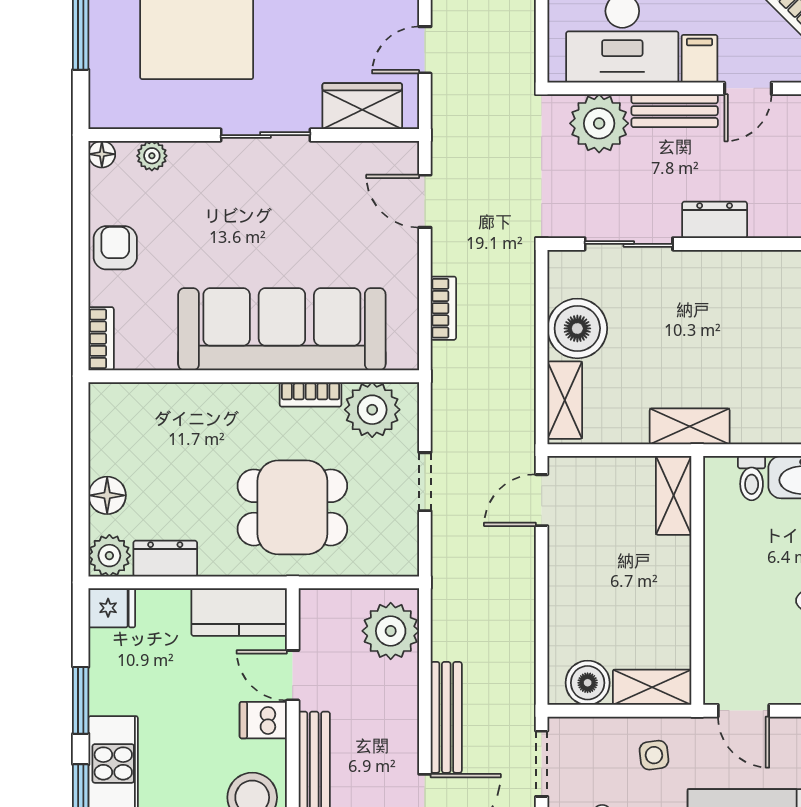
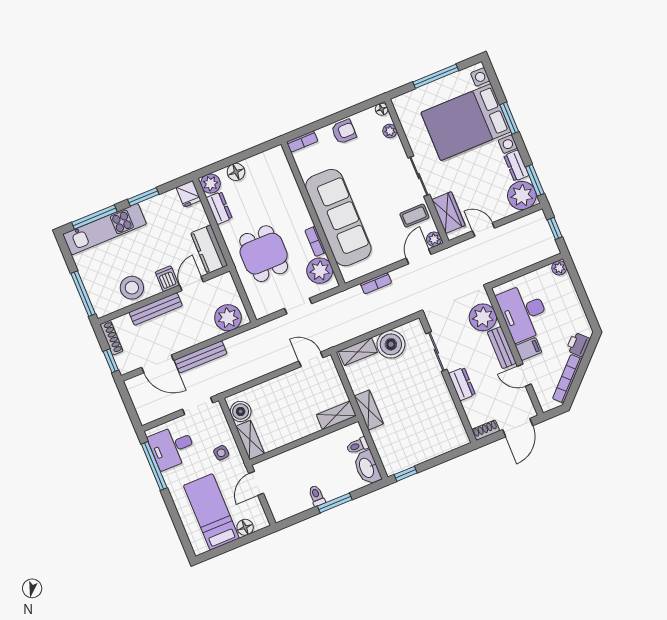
plant: (403, 157) -> (434, 239), added
coffee table: (340, 176) -> (414, 216), added

